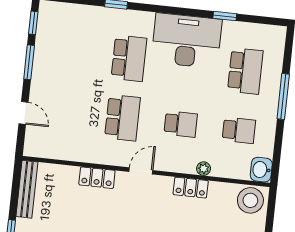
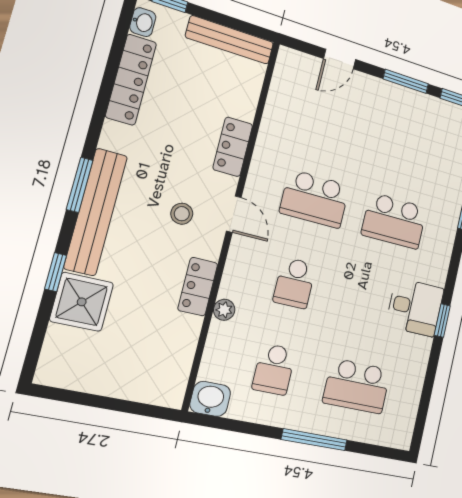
window: (225, 16) -> (442, 321), moved
desk: (187, 41) -> (415, 307), width x0.53, depth x0.77
stool: (250, 200) -> (182, 214), moved, width x0.53, depth x0.53

